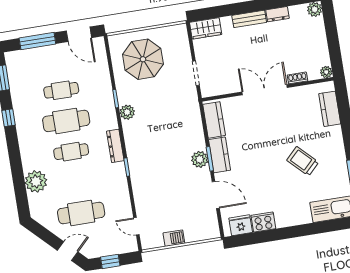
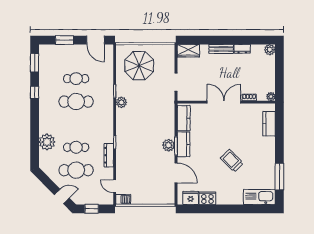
window: (37, 41) -> (65, 40), width x0.69
dresser: (115, 146) -> (109, 155), moved
cafe table: (71, 152) -> (76, 147), moved
trolley: (303, 161) -> (232, 161), moved
barbecue: (174, 238) -> (123, 199), moved

